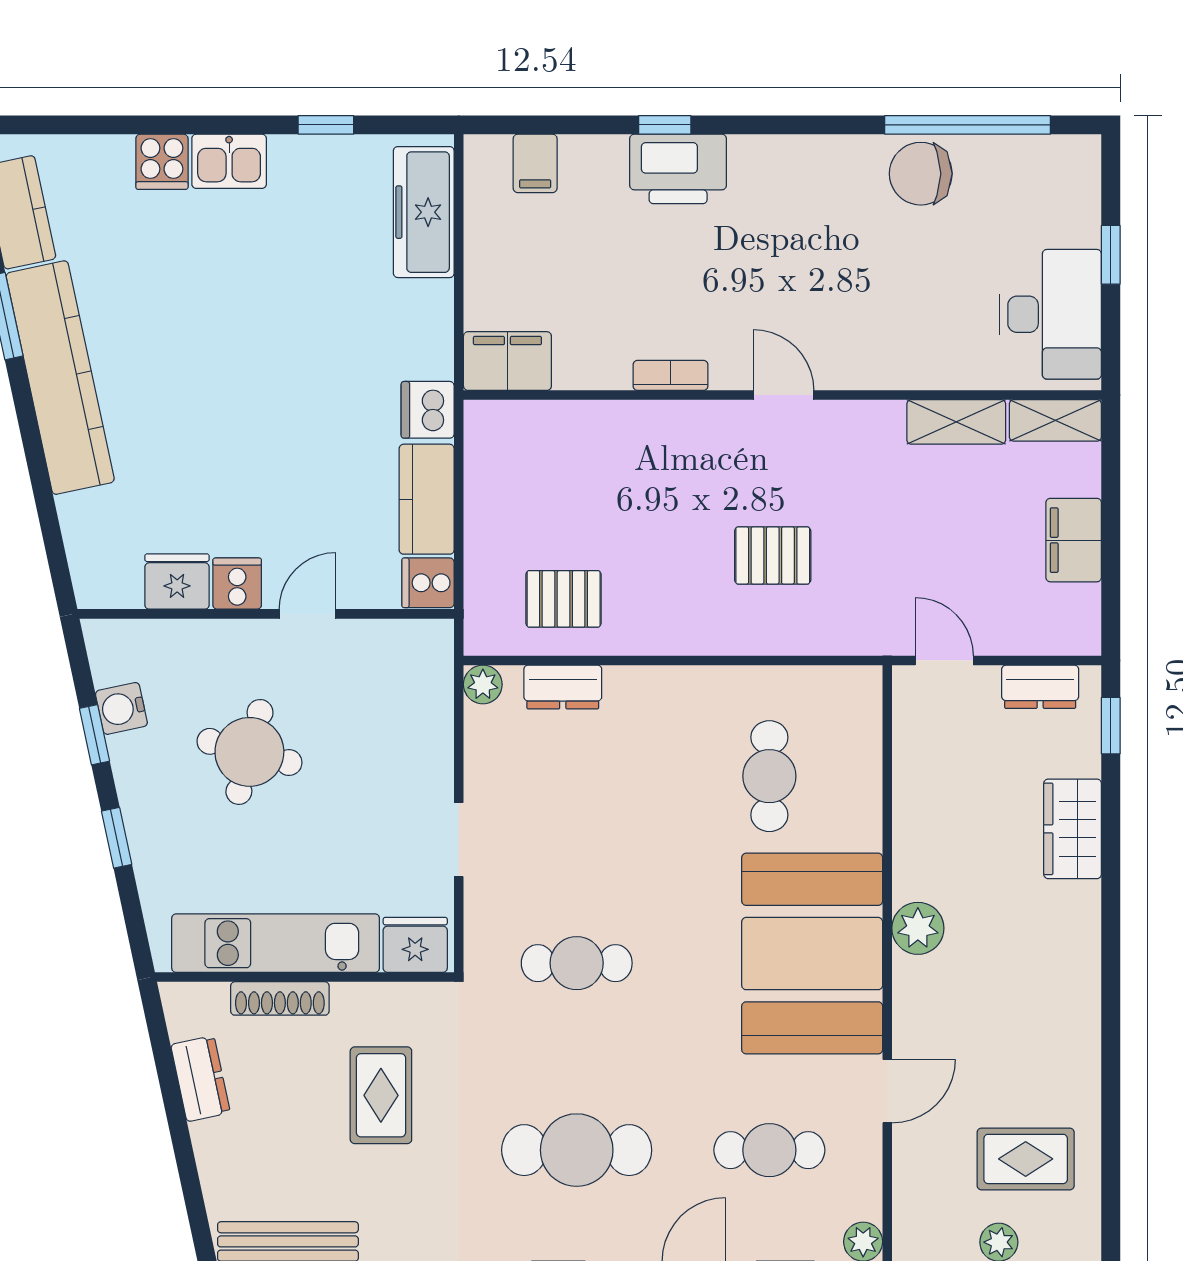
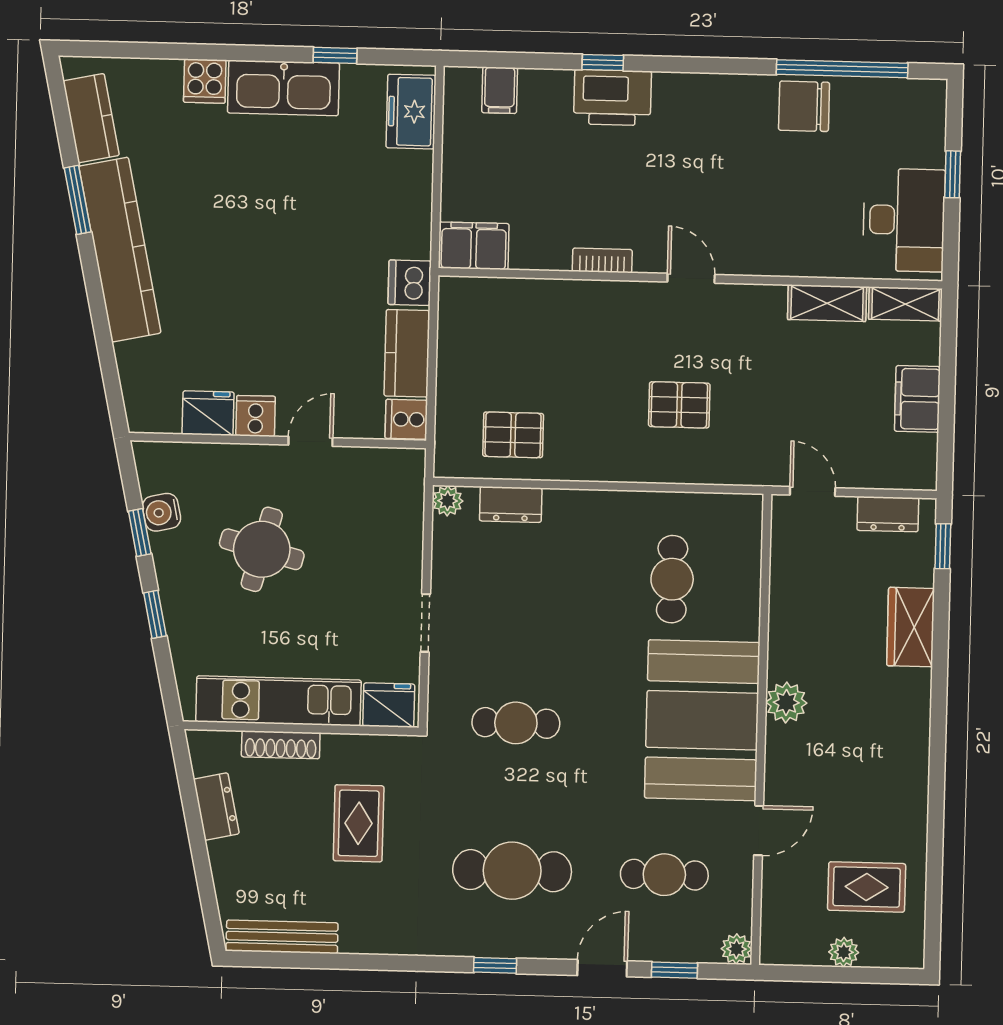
kitchen sink: (229, 161) -> (284, 88), width x1.87, depth x1.24
freezer: (424, 212) -> (411, 112), width x0.71

